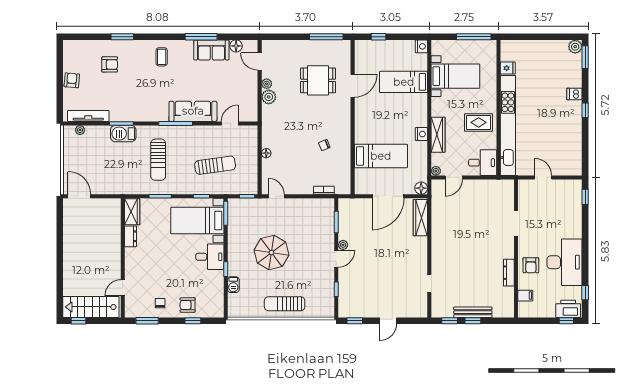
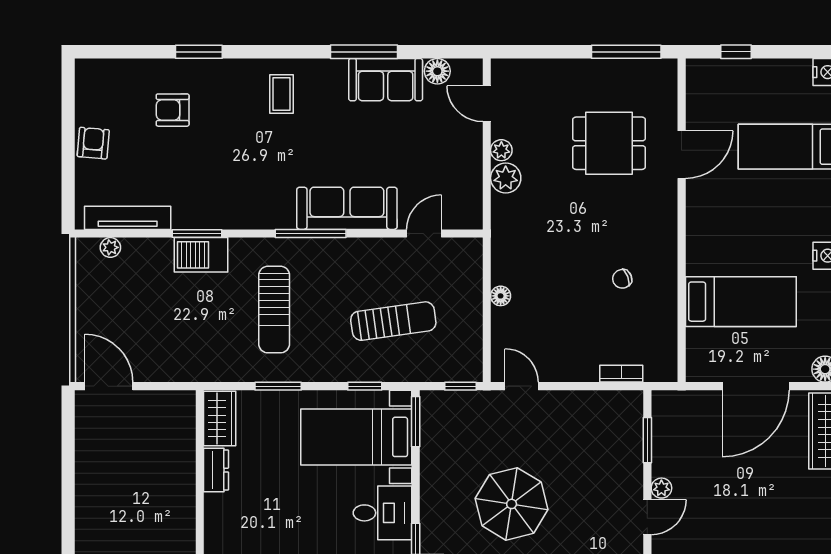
armchair: (110, 64) -> (173, 110), turned 180

